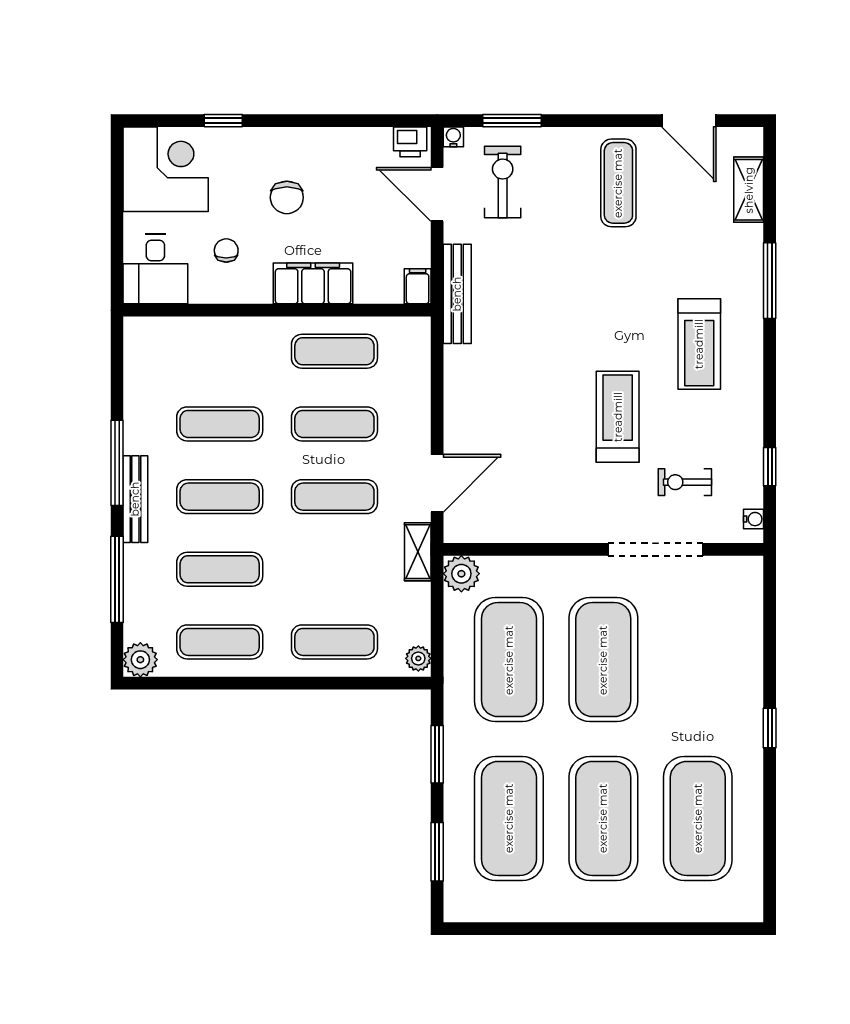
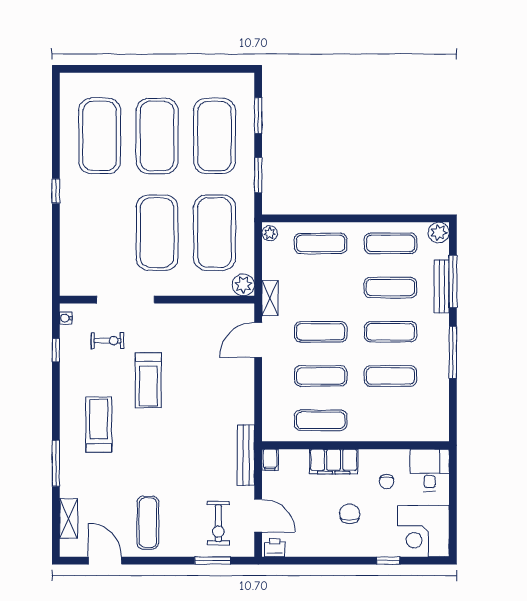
water cooler: (453, 137) -> (248, 551), removed
bench: (135, 499) -> (442, 286), moved

